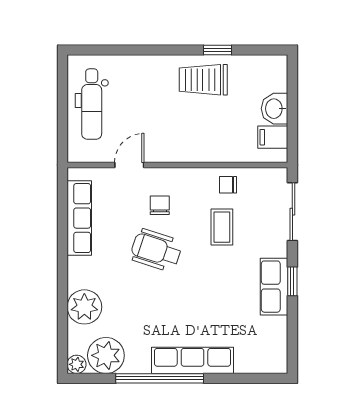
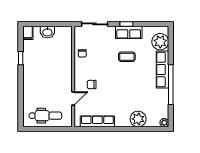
trolley: (203, 80) -> (34, 65), removed
filing cabinet: (273, 137) -> (28, 33), moved
door: (129, 165) -> (73, 98), swing flipped
coffee table: (222, 227) -> (127, 57), moved
wheelchair: (156, 250) -> (112, 86), removed
plant: (106, 355) -> (160, 42), moved

